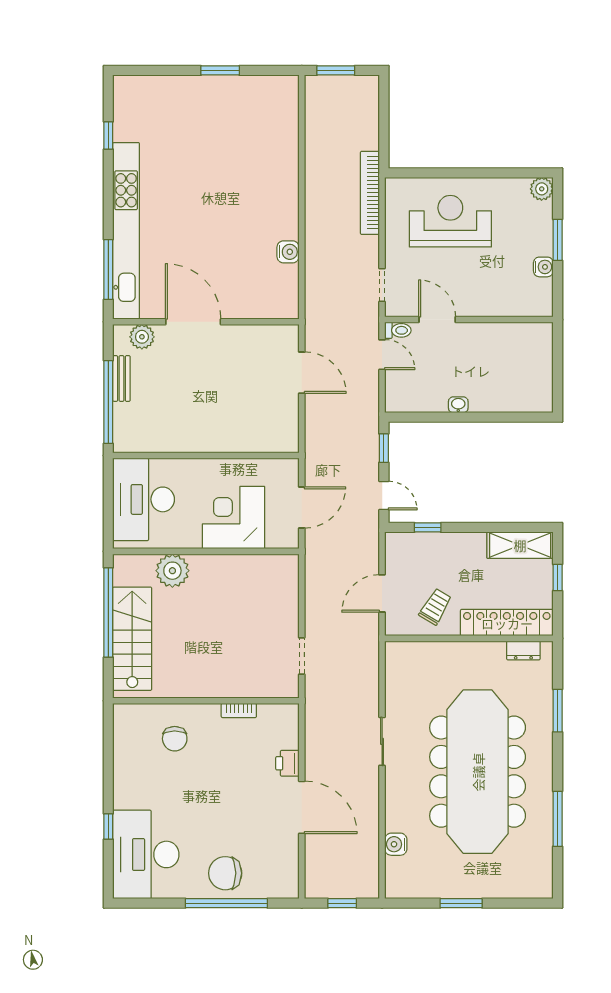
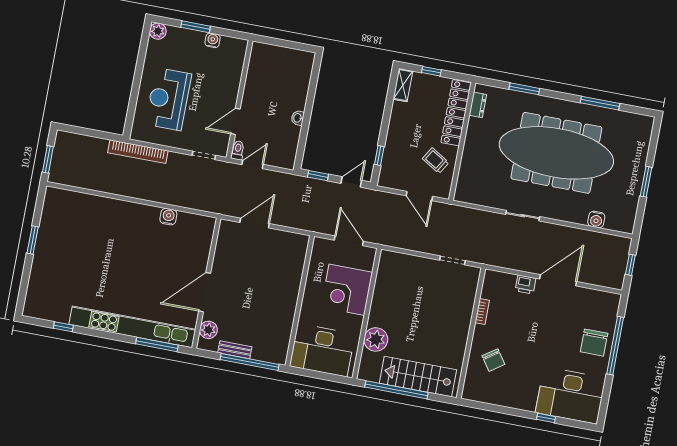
shelving: (520, 545) -> (403, 85), width x0.67, depth x0.75
chair: (175, 739) -> (493, 360), turned 55

